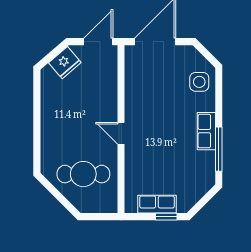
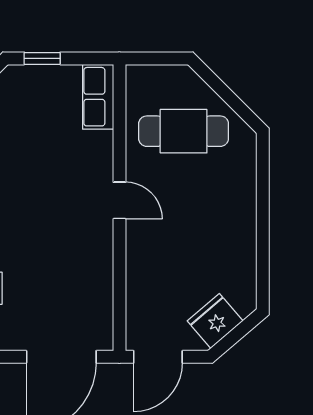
row of seats: (157, 204) -> (98, 97), moved, turned 90

